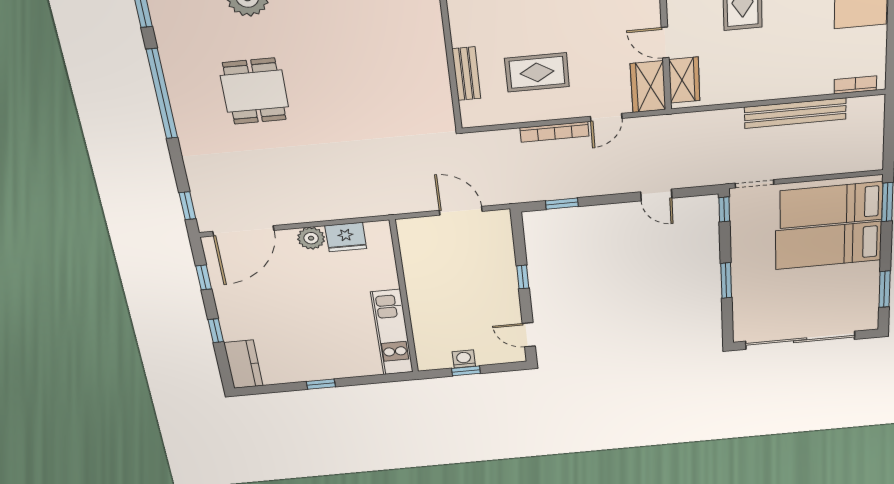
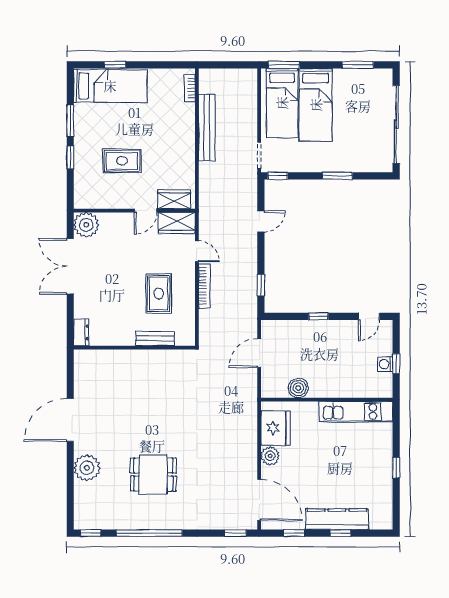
fridge: (346, 237) -> (276, 428), width x1.36, depth x1.34
boiler: (416, 263) -> (298, 388), added
kitchen counter: (243, 364) -> (337, 519), moved, width x1.50

